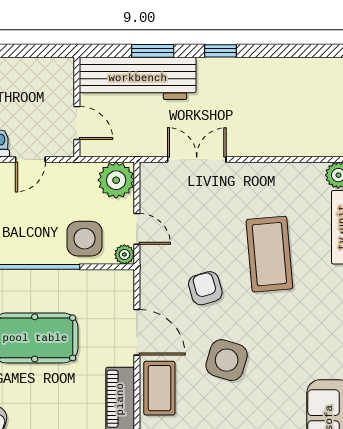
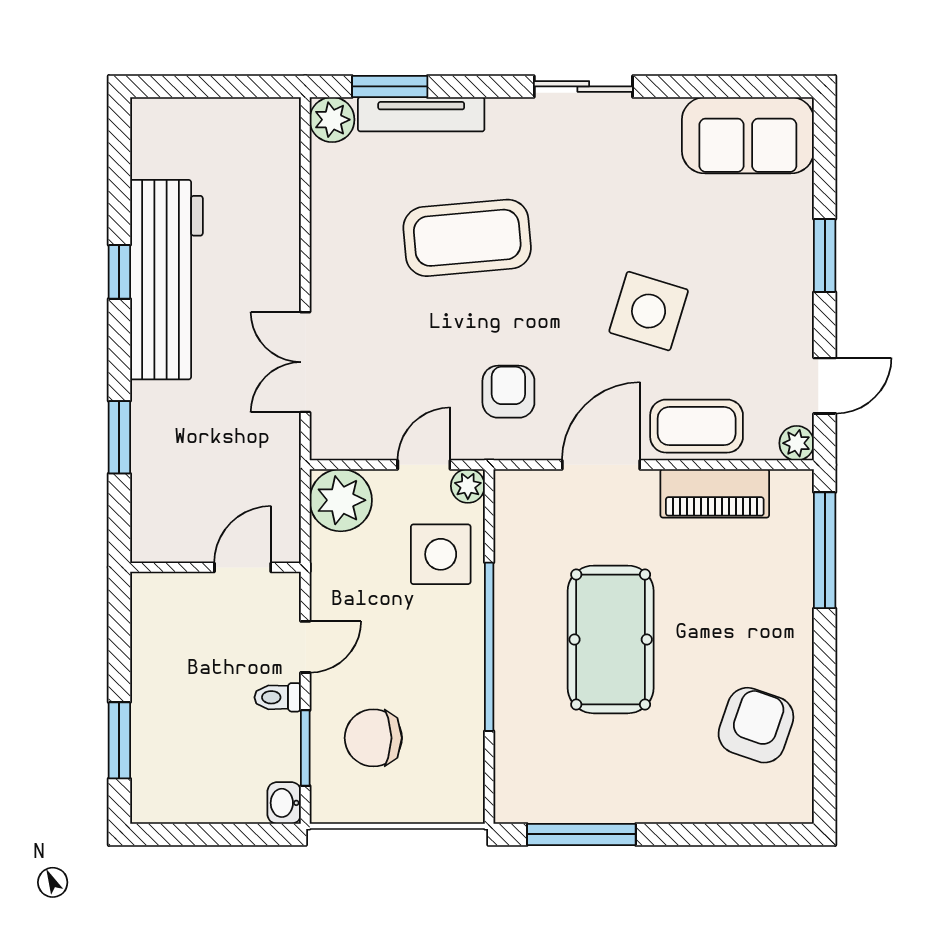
window: (220, 51) -> (119, 272), moved
workbench: (138, 78) -> (166, 280), moved
door: (30, 159) -> (305, 647), hinge flipped
armchair: (205, 288) -> (508, 392), moved, turned 106

